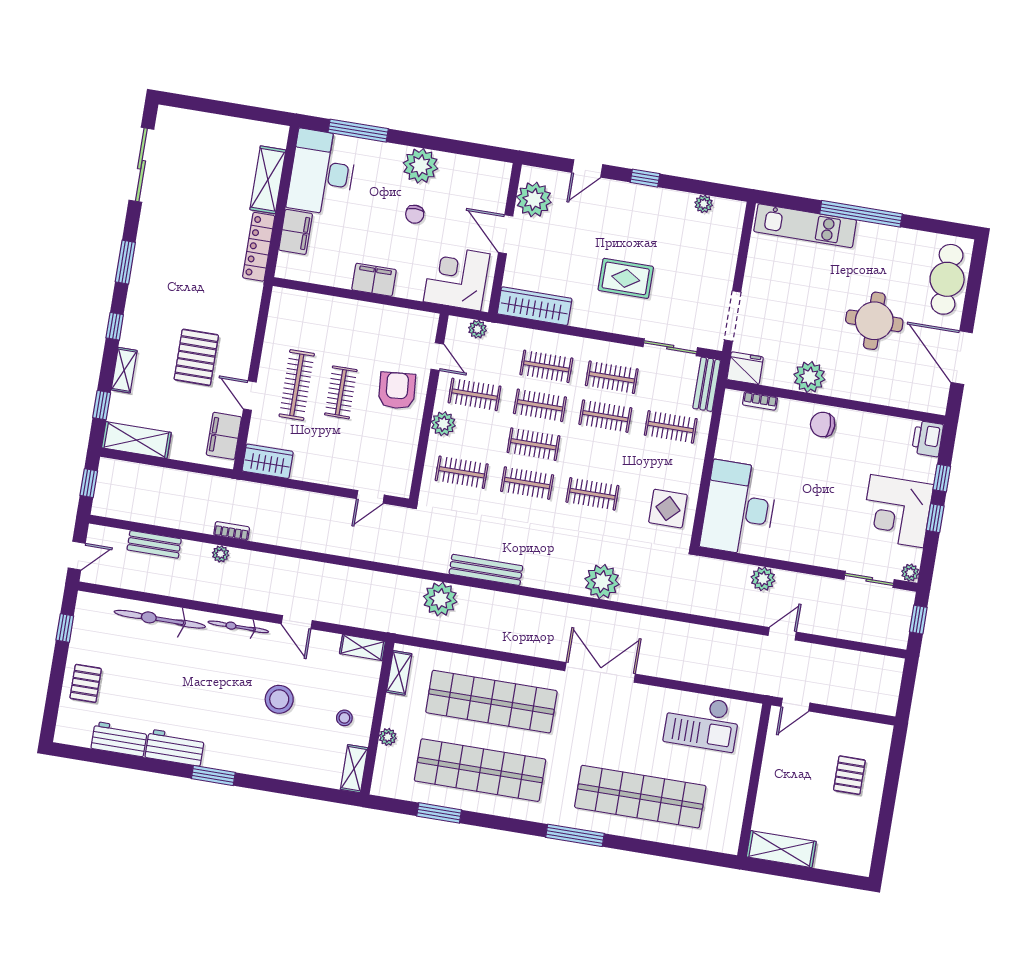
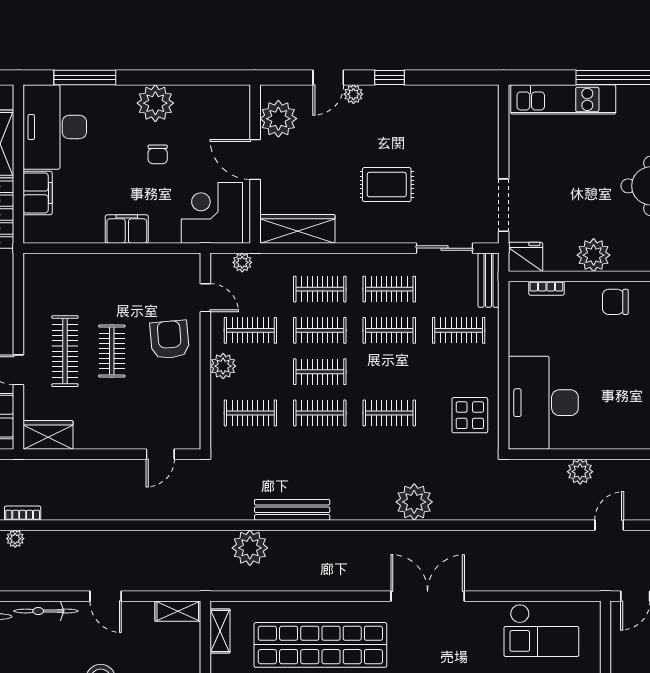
plant: (704, 204) -> (353, 94), moved

